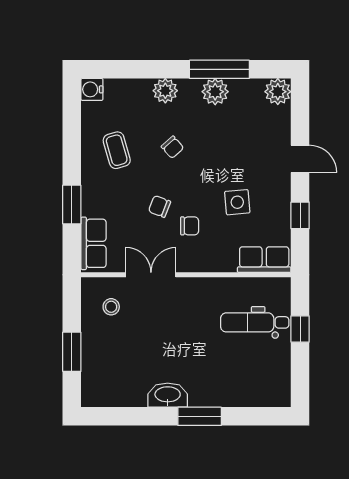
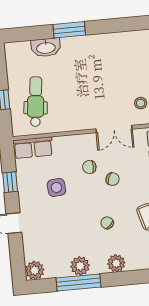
dental chair: (255, 322) -> (36, 102), turned -84
washbasin: (168, 395) -> (46, 48), moved

